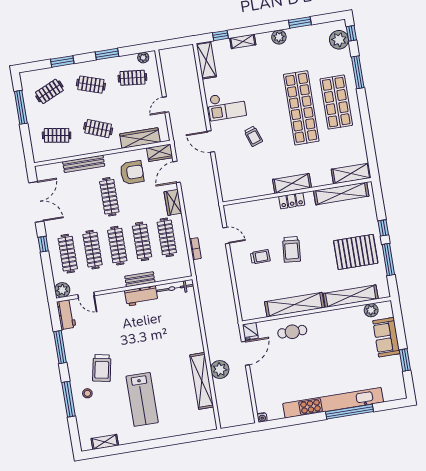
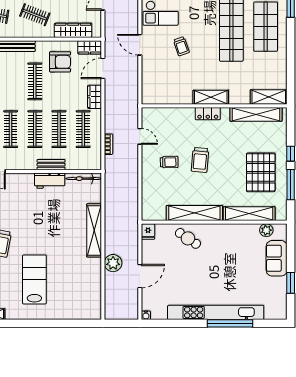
pallet: (356, 252) -> (261, 172), turned 90
cafe table: (292, 332) -> (188, 238), turned 34
door: (245, 353) -> (140, 276), moved
shelving: (202, 381) -> (94, 230), moved
lab bench: (142, 399) -> (34, 279), turned 180

